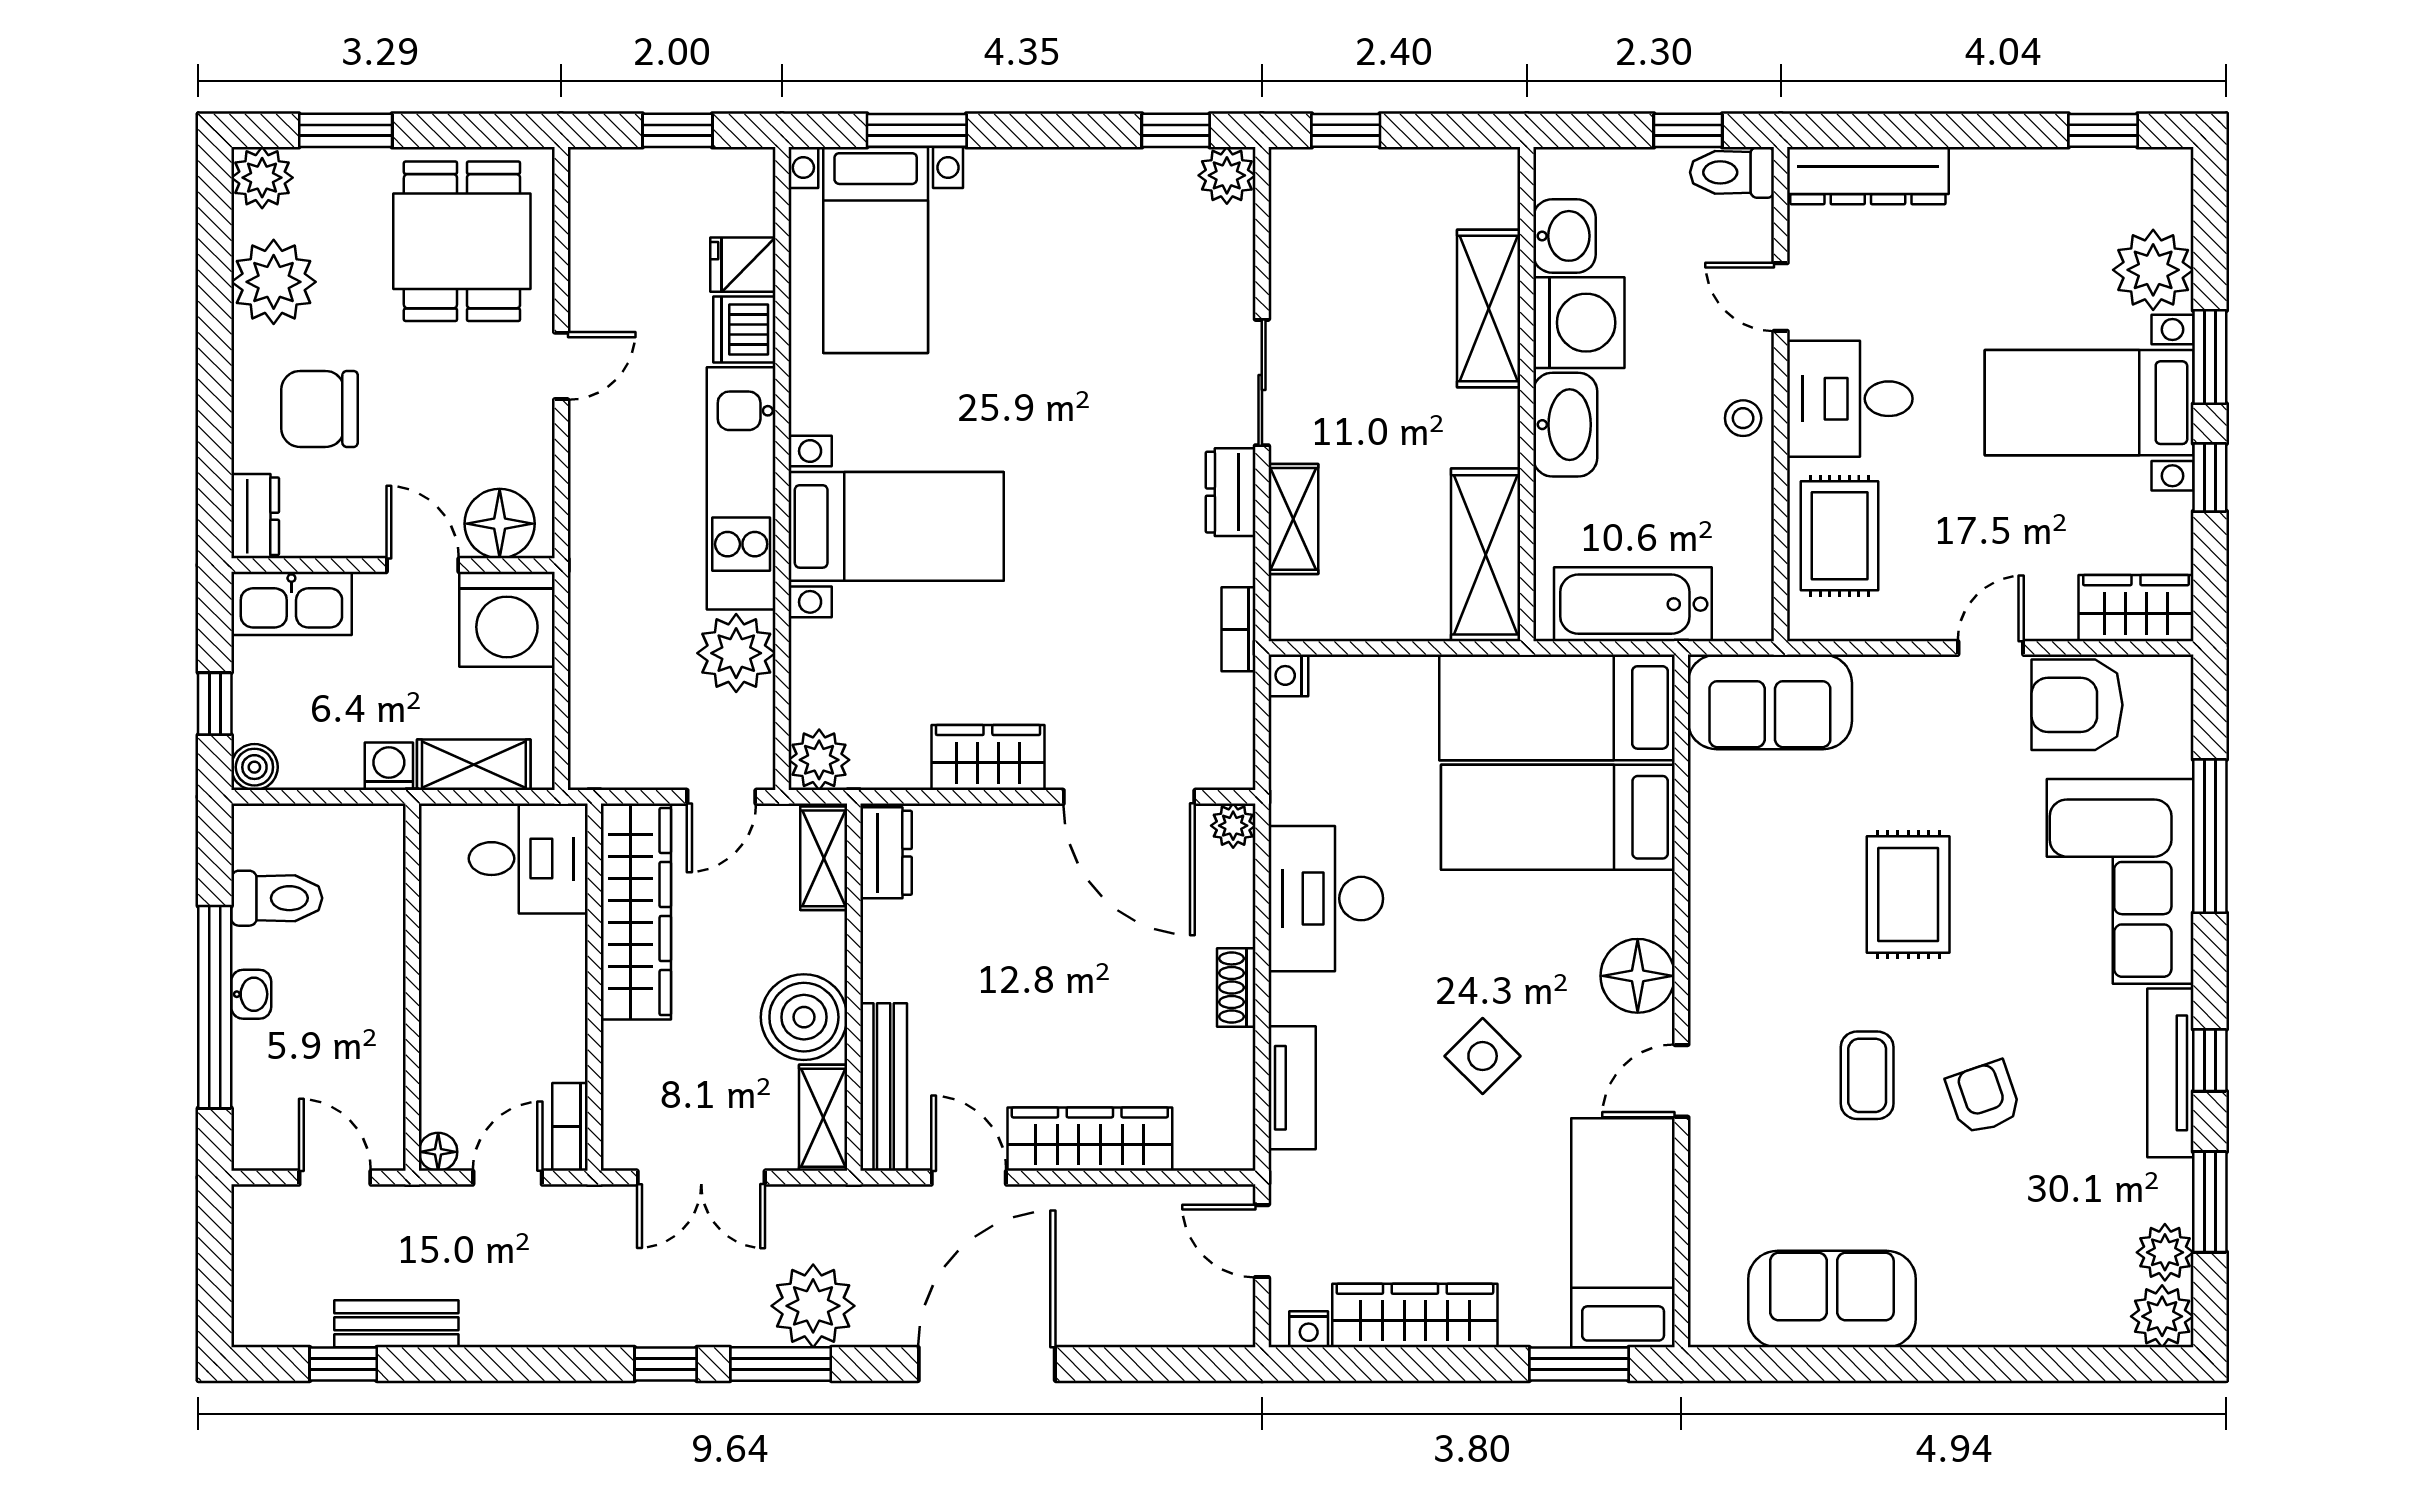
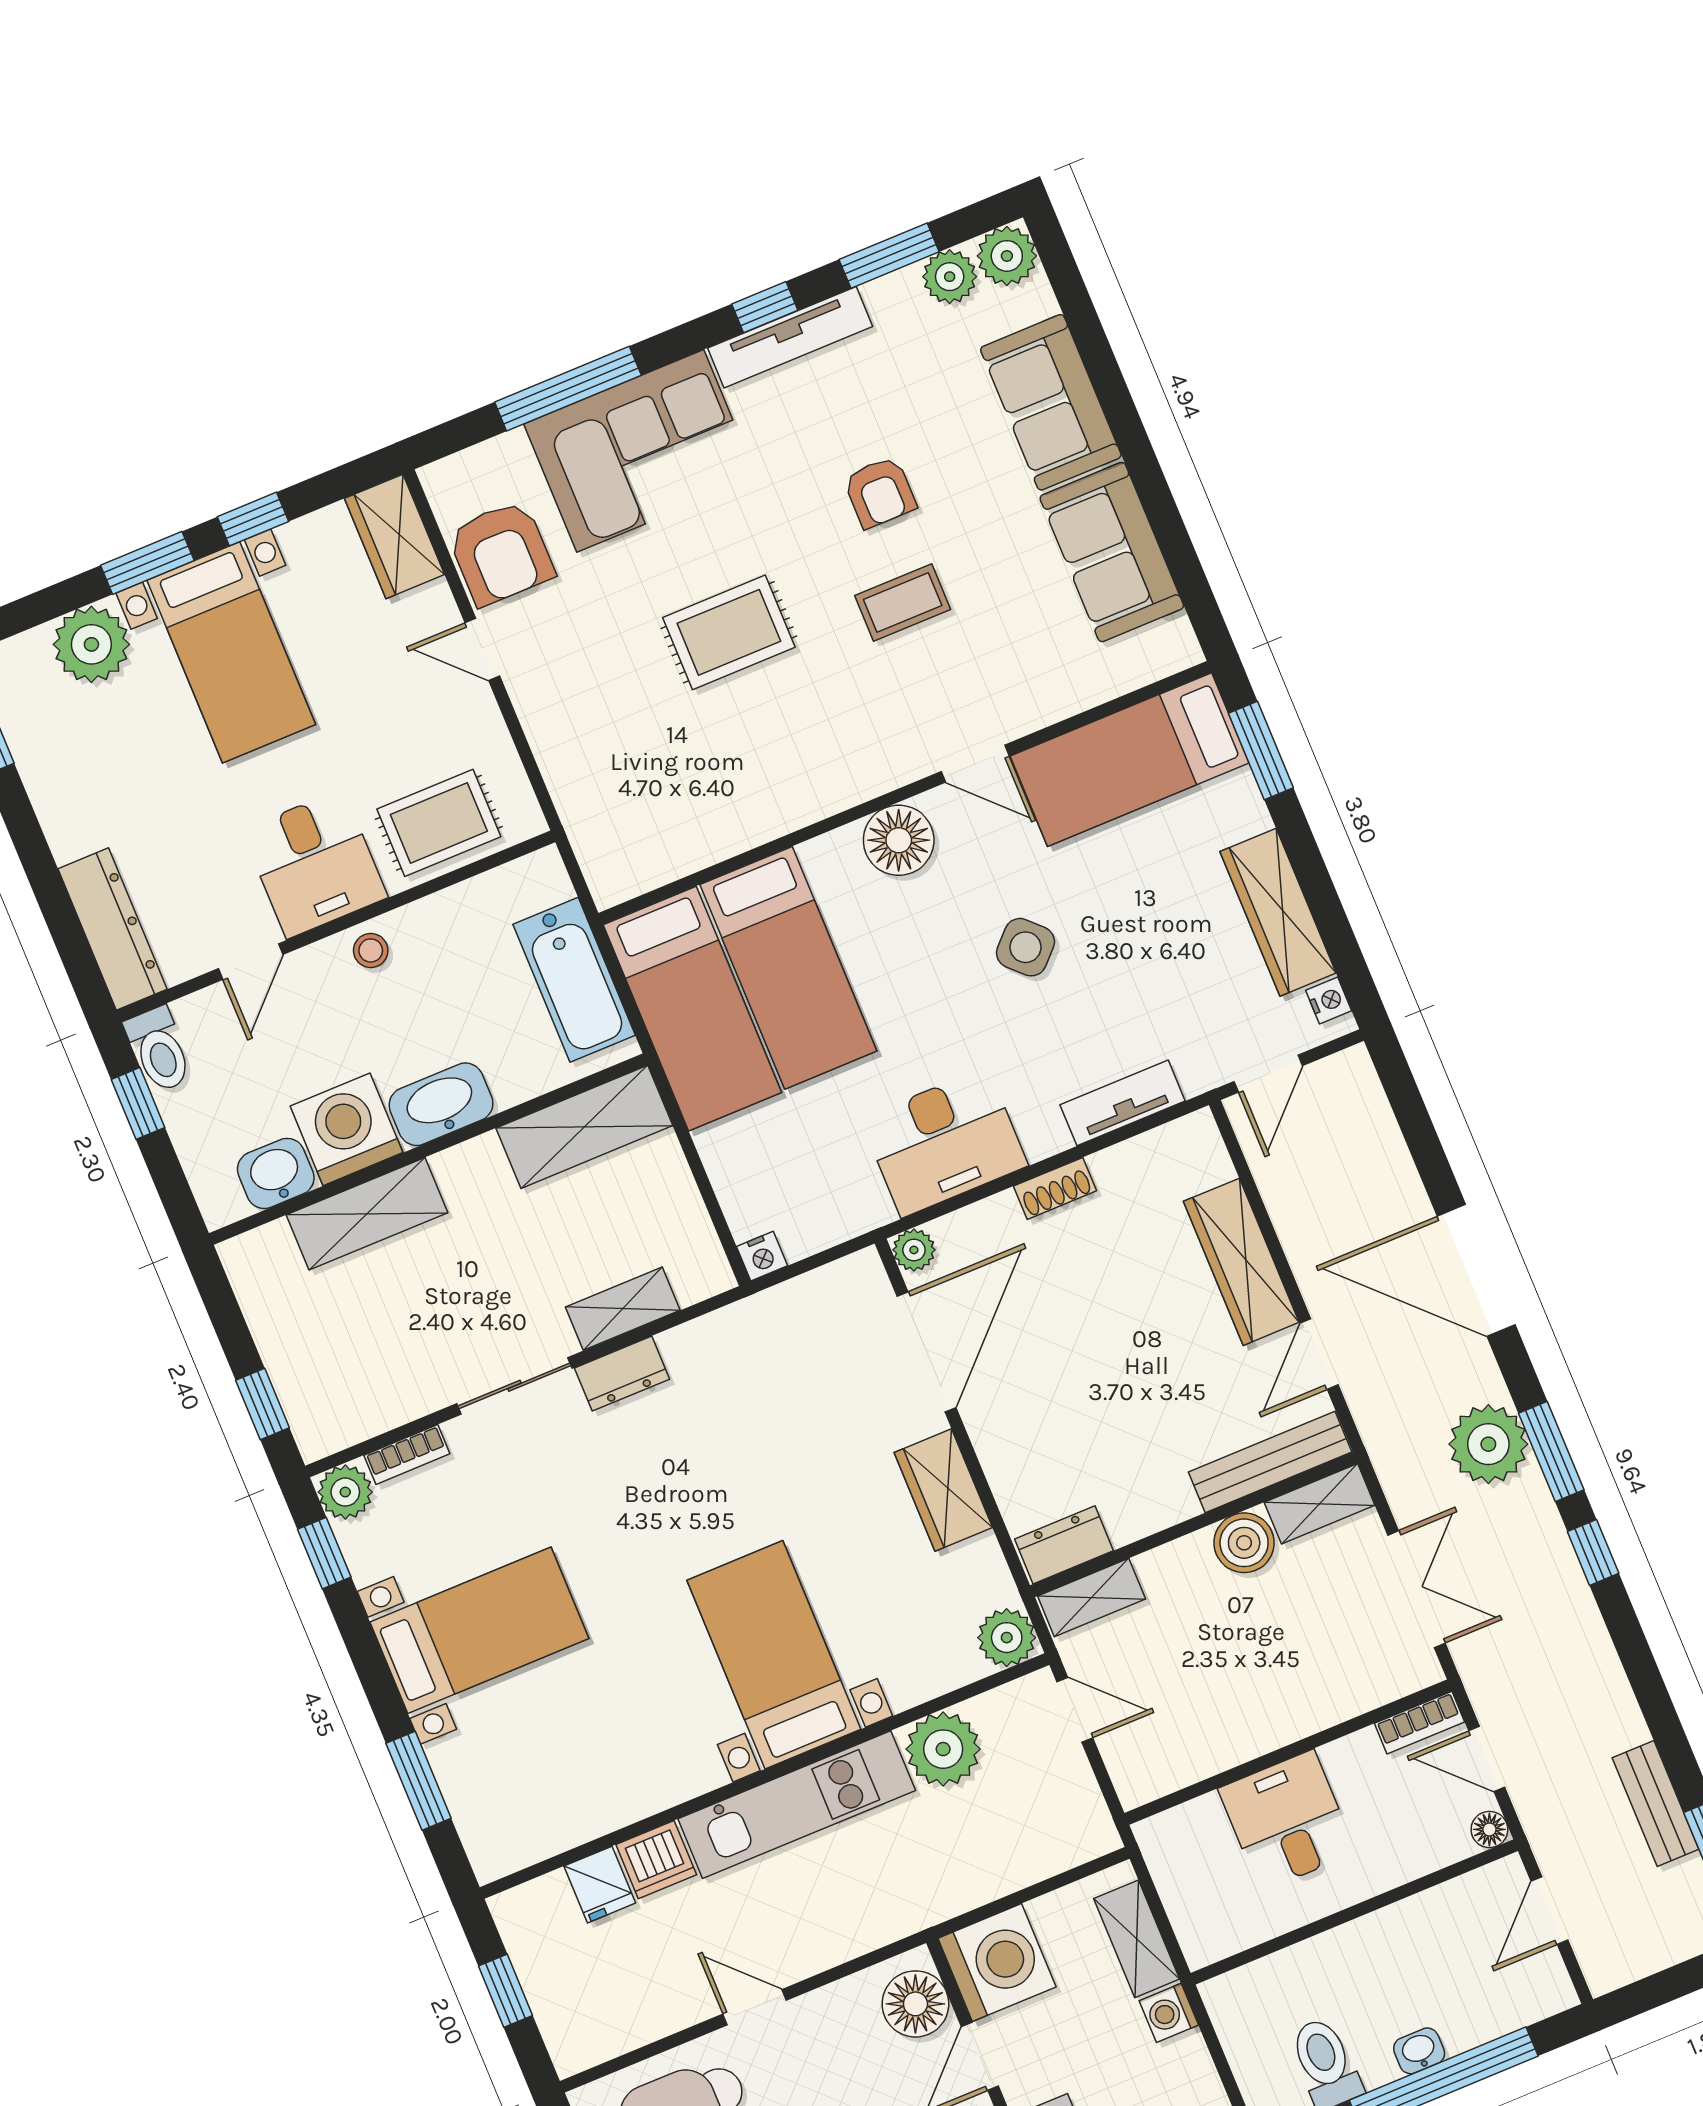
bed with nightstands: (876, 250) -> (479, 1630), moved
bookcase: (1238, 629) -> (407, 1455), moved
sofa: (1770, 702) -> (1051, 402), moved, turned 180
desk: (528, 859) -> (1287, 1820), moved
wardrobe: (636, 912) -> (1207, 1743), removed
boiler: (804, 1017) -> (1244, 1543), width x0.73, depth x0.73
armchair: (1984, 1098) -> (880, 492), turned -71

